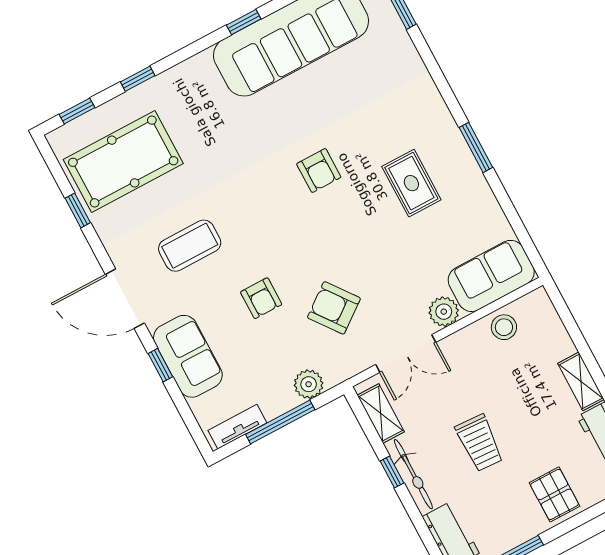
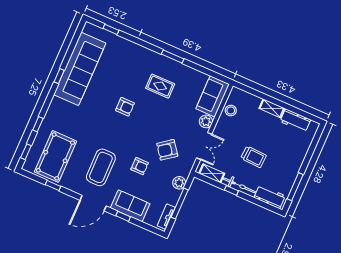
coffee table: (190, 246) -> (101, 167), width x1.36, depth x1.32
pallet: (554, 494) -> (293, 154), removed

